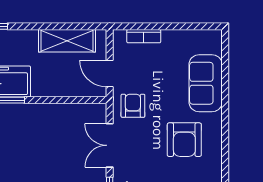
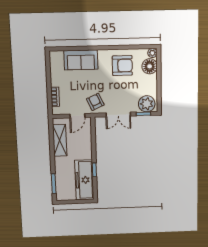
armchair: (133, 106) -> (95, 102), turned 66
armchair: (184, 140) -> (122, 66), moved

